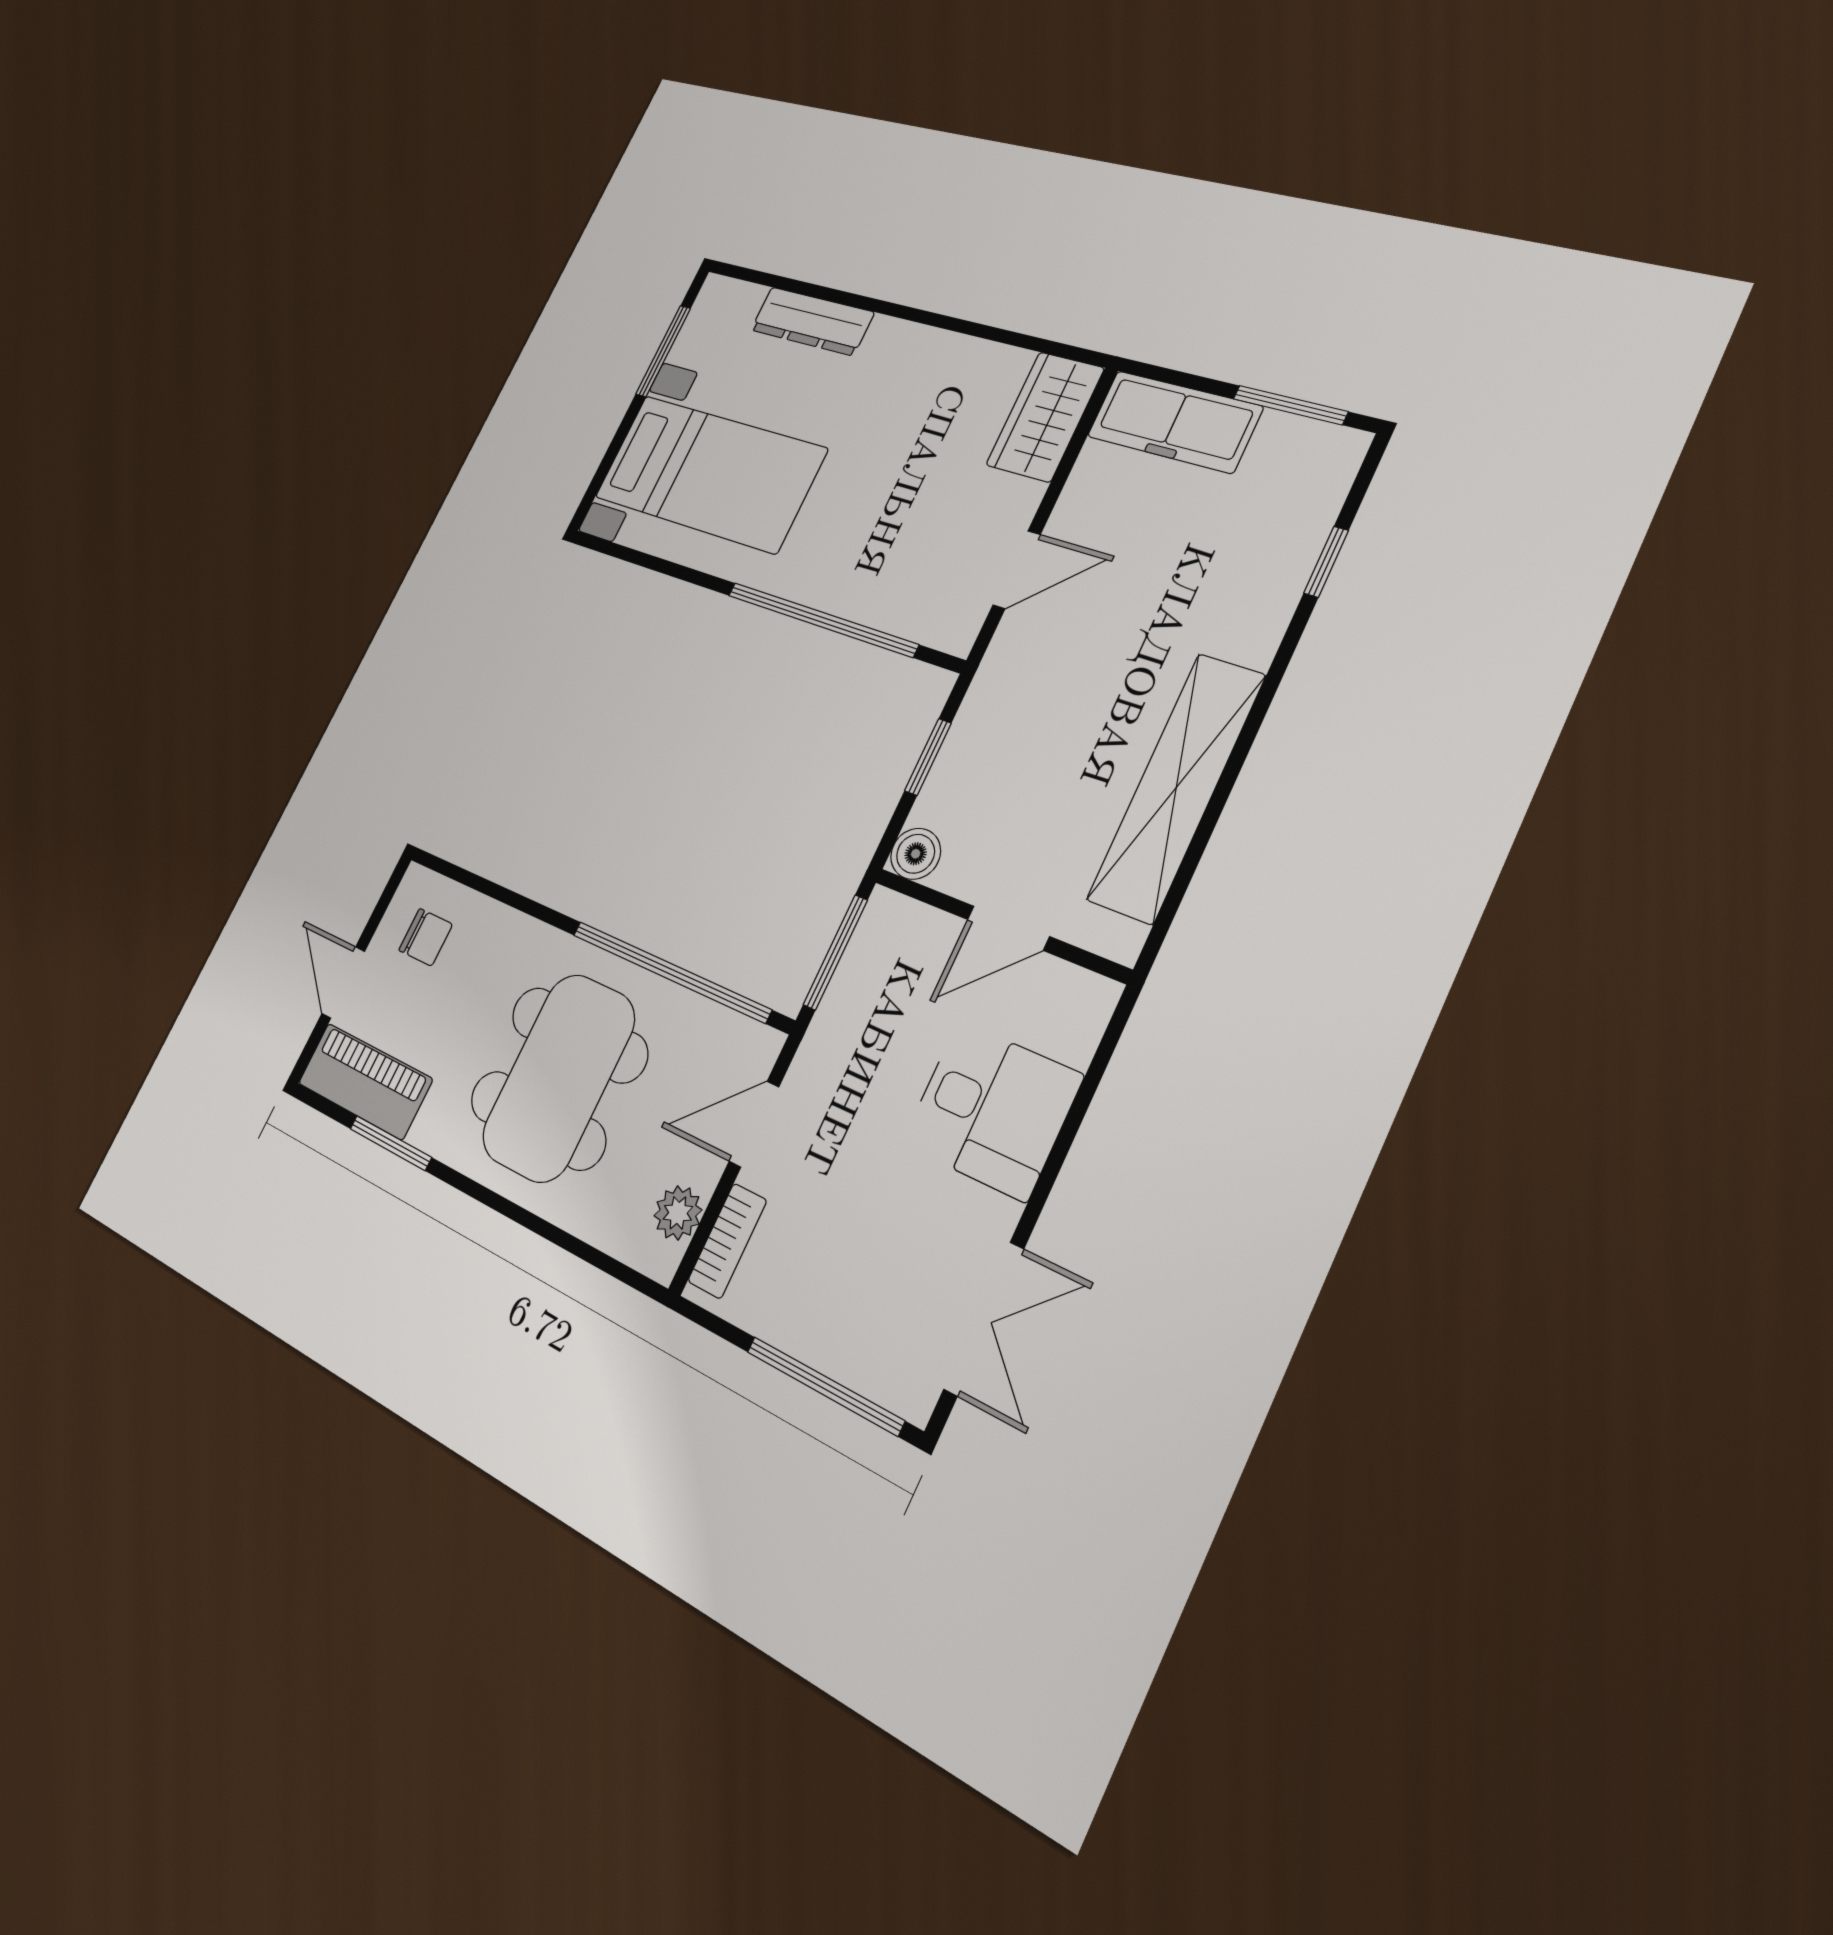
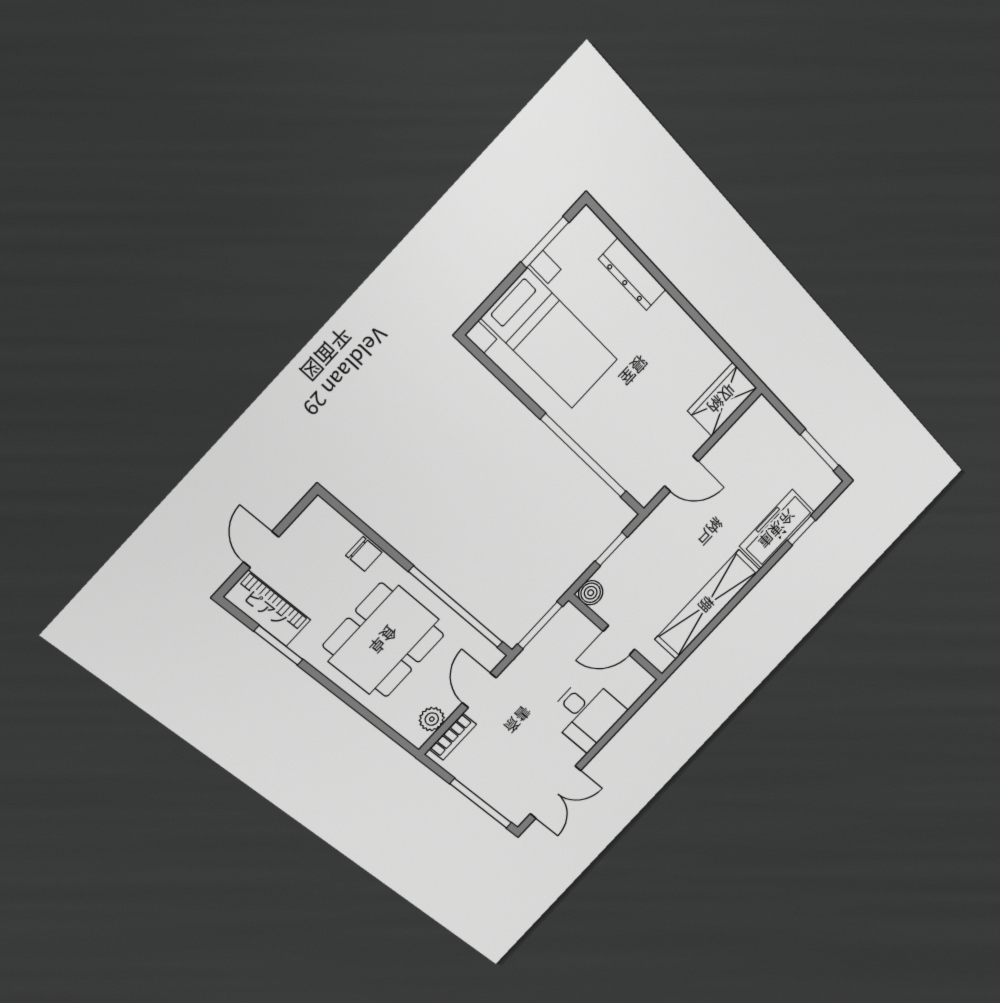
freezer: (1174, 422) -> (777, 529), moved, turned 90
chair: (426, 937) -> (364, 554), moved
door: (754, 1124) -> (479, 690), hinge flipped

